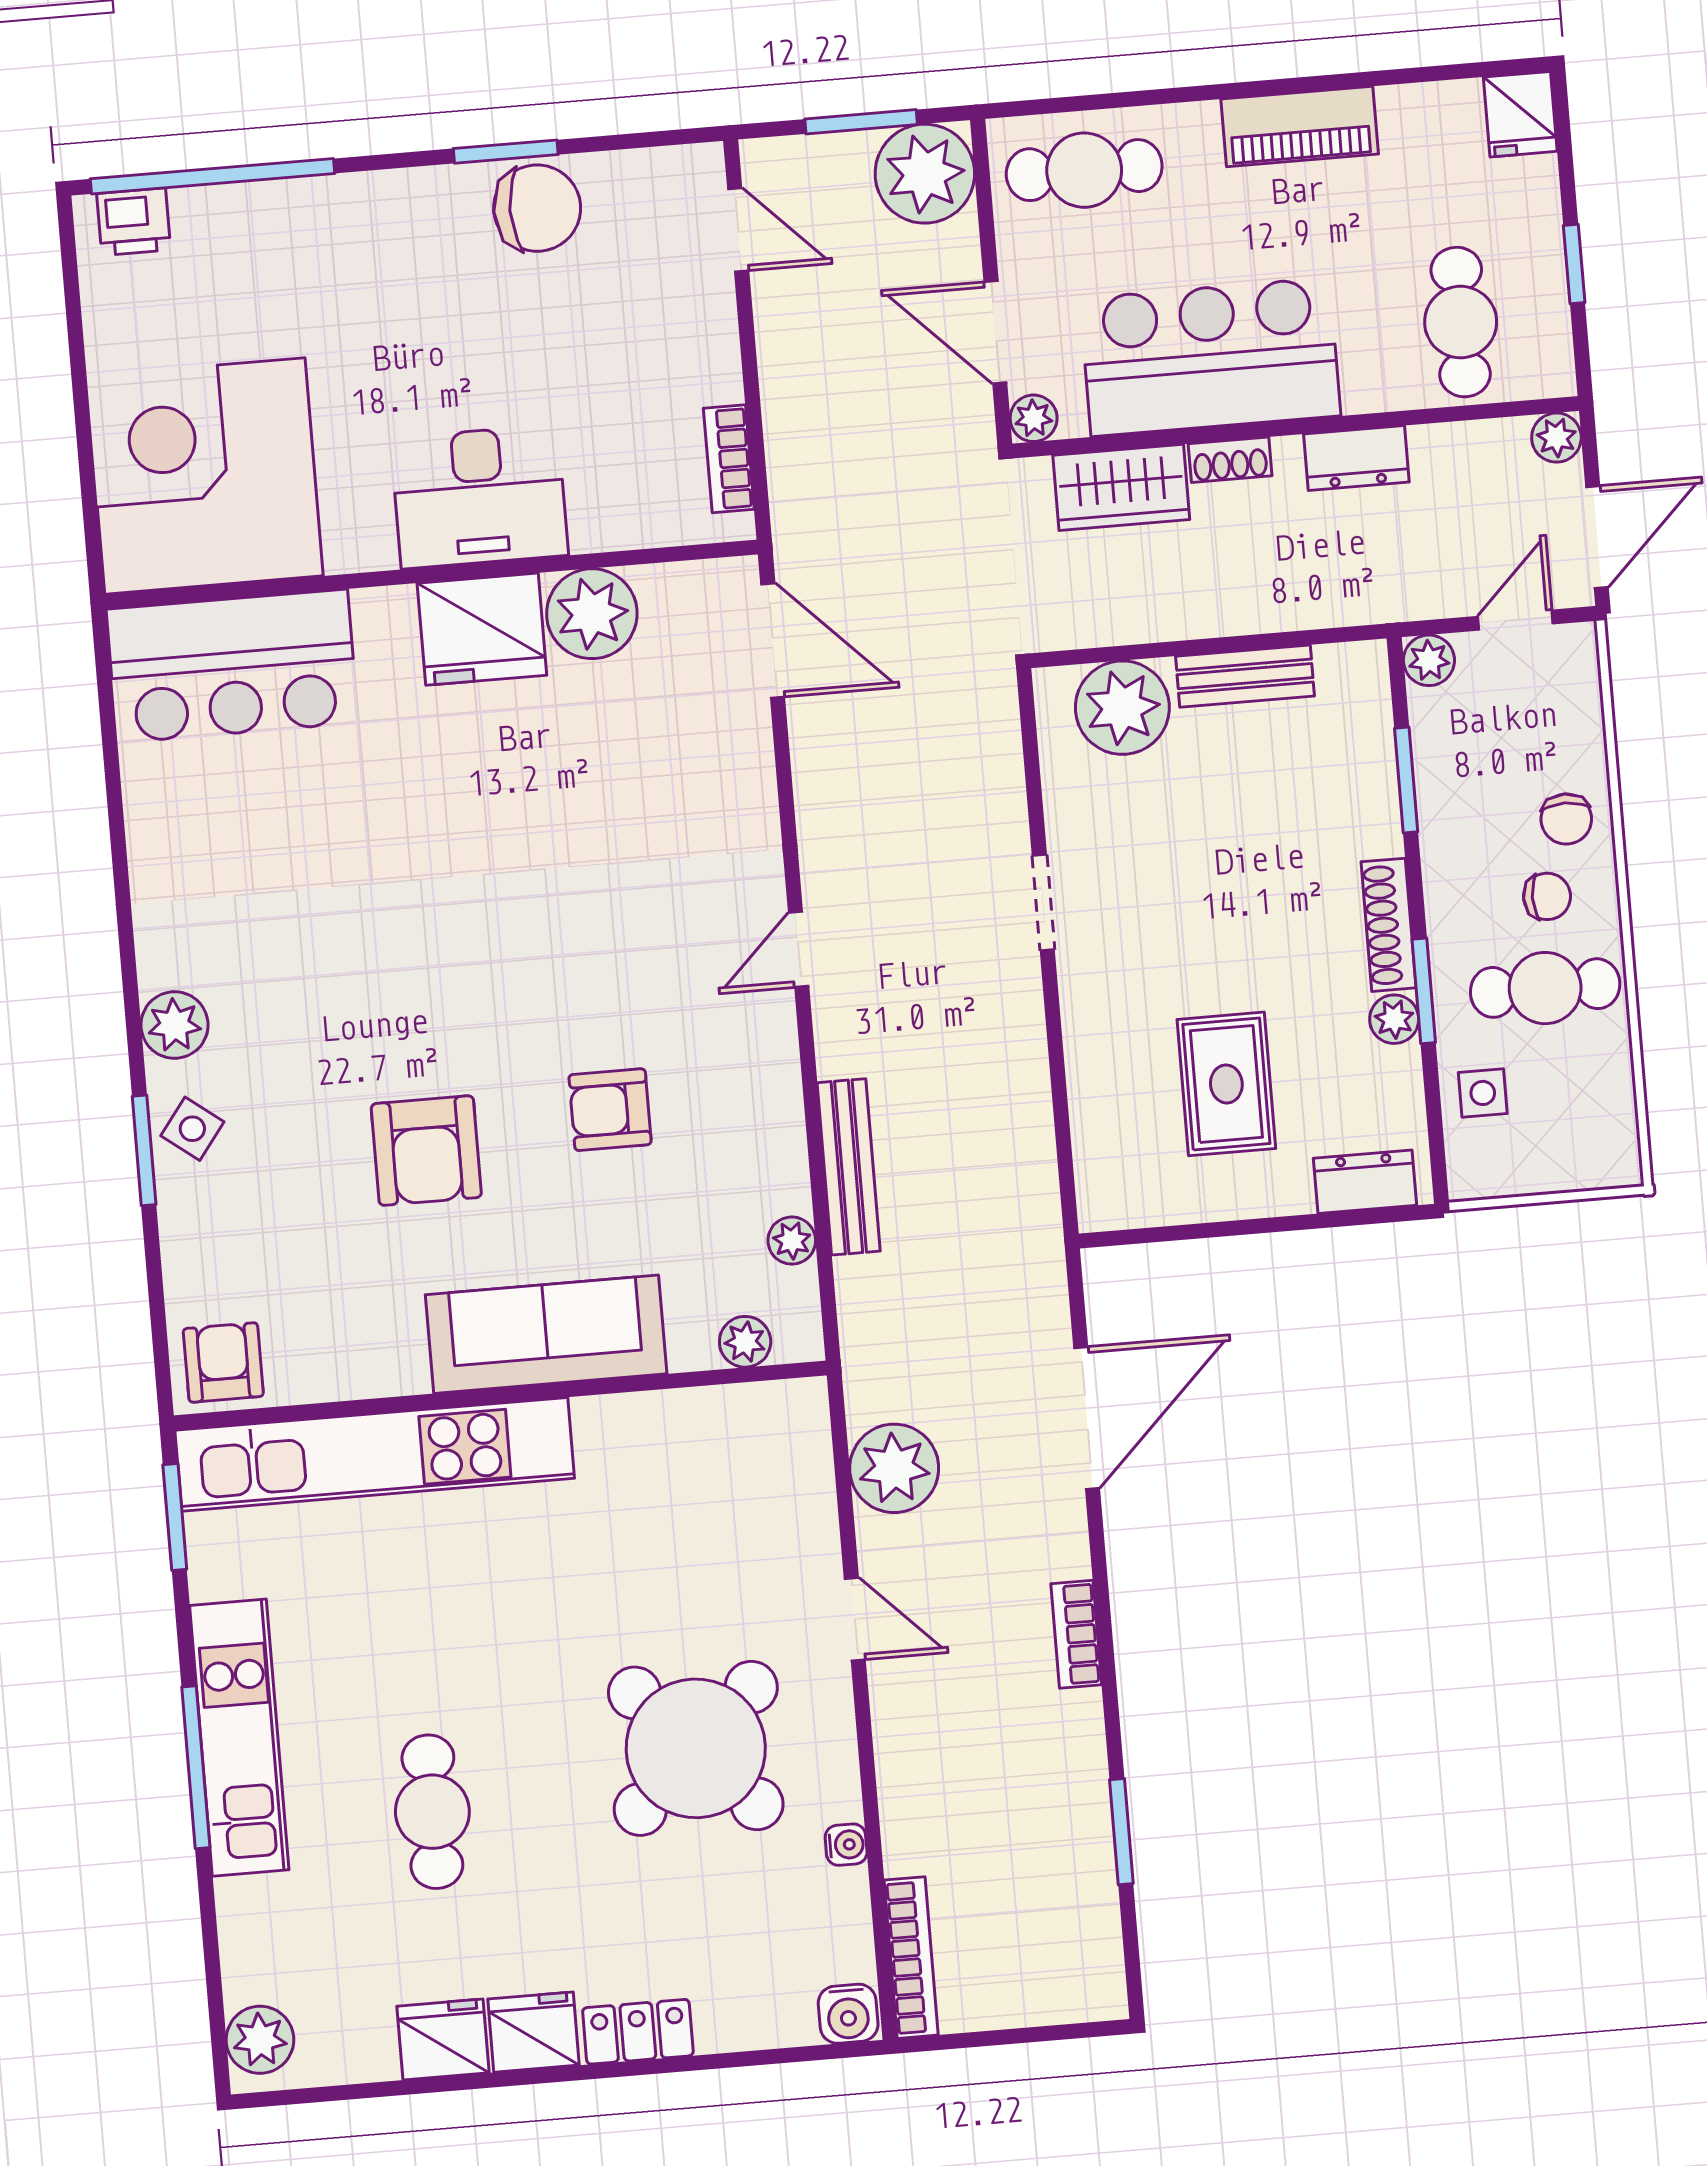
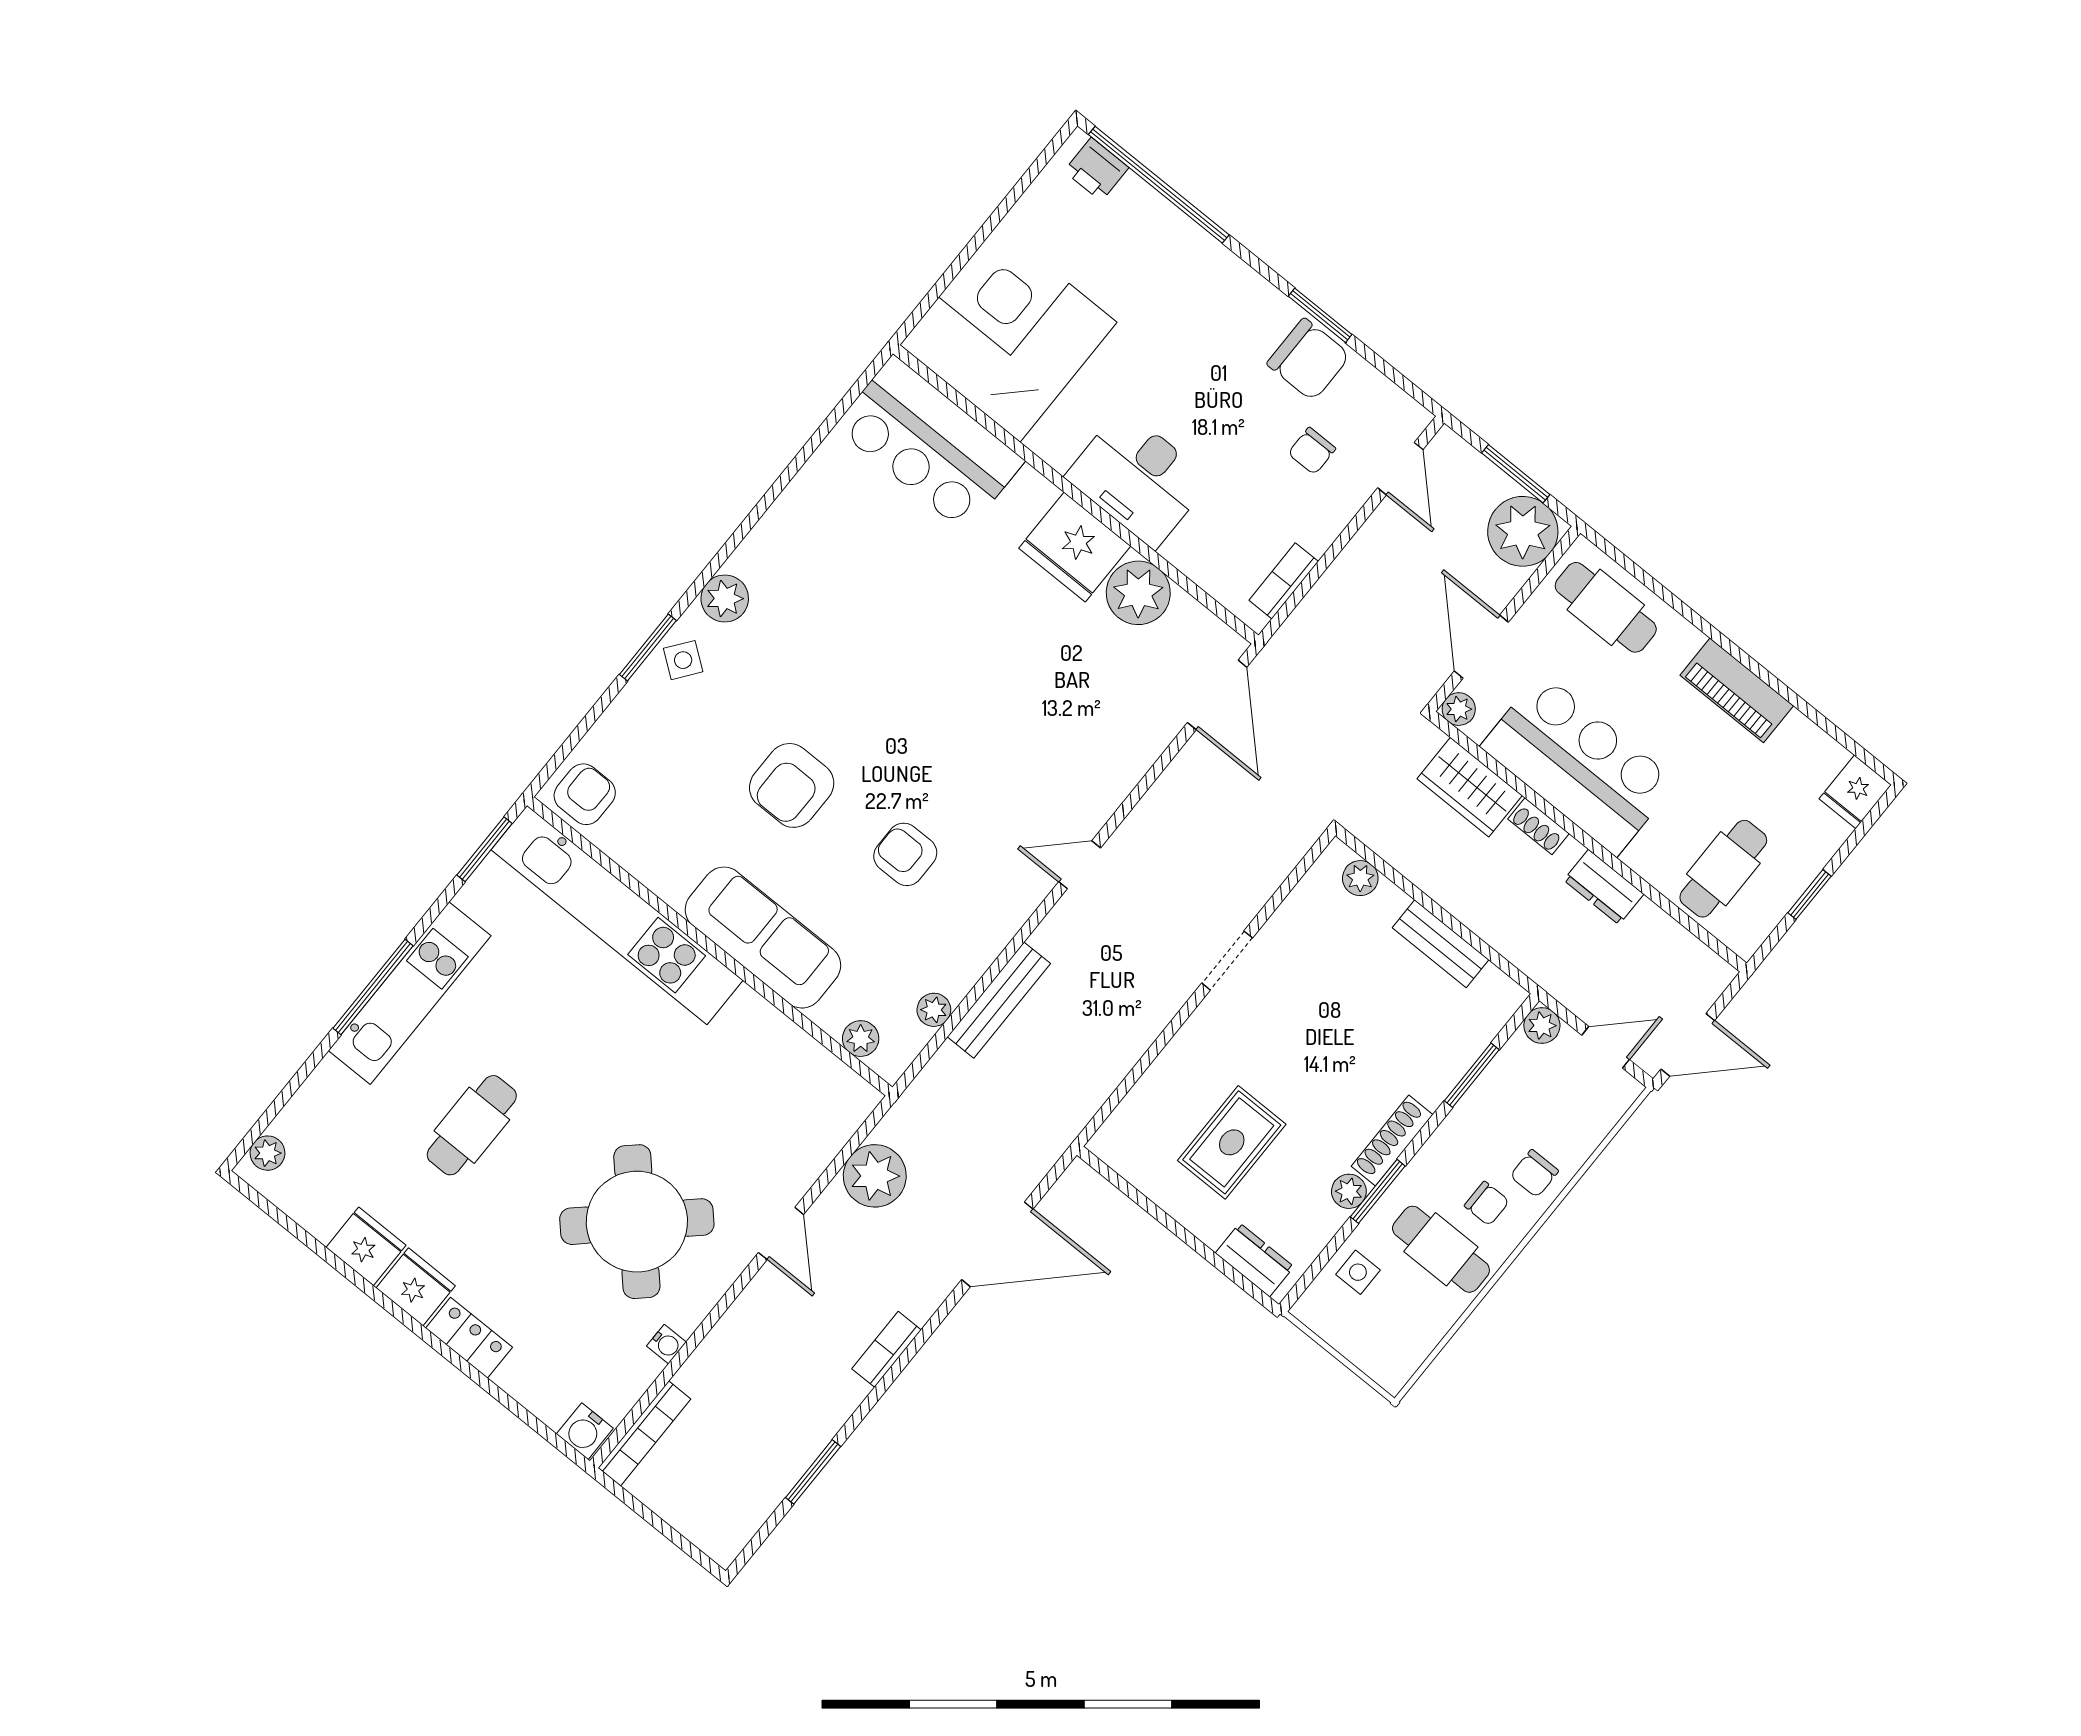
chair: (630, 298) -> (1312, 451), added
plant: (1556, 438) -> (1716, 974), removed
plant: (1122, 708) -> (1360, 878), width x0.53, depth x0.53
plant: (260, 2040) -> (268, 1153), width x0.73, depth x0.73

